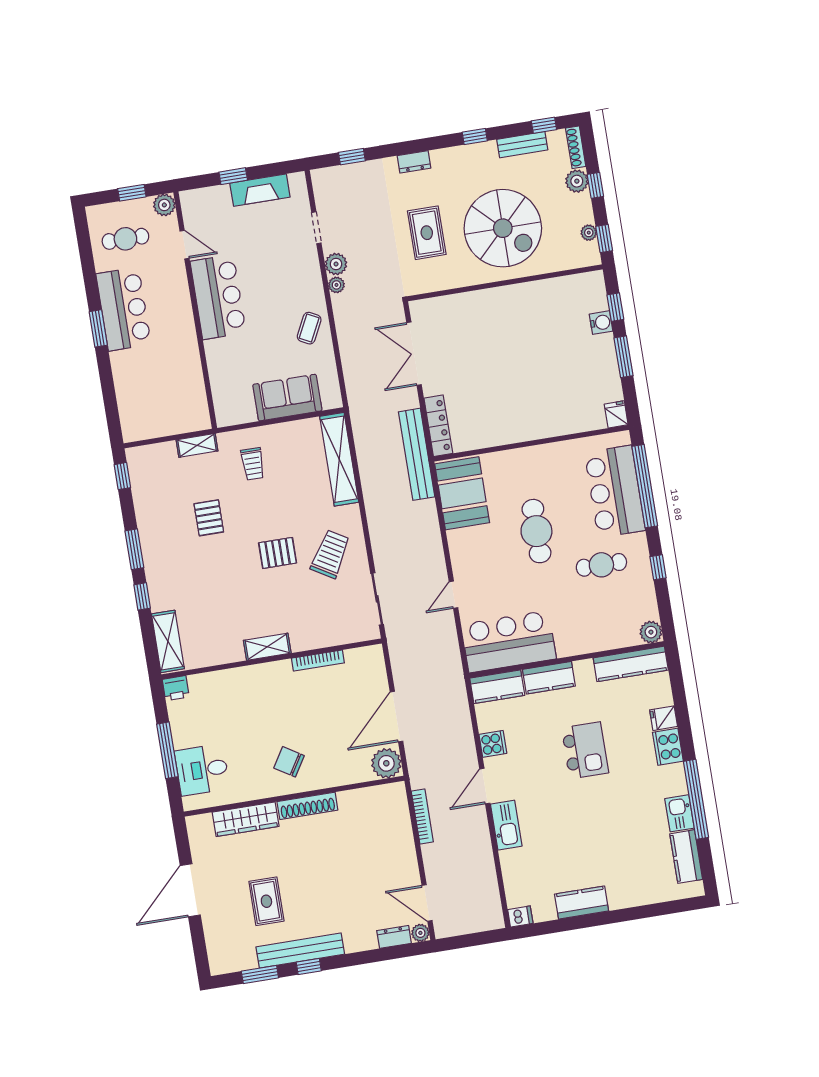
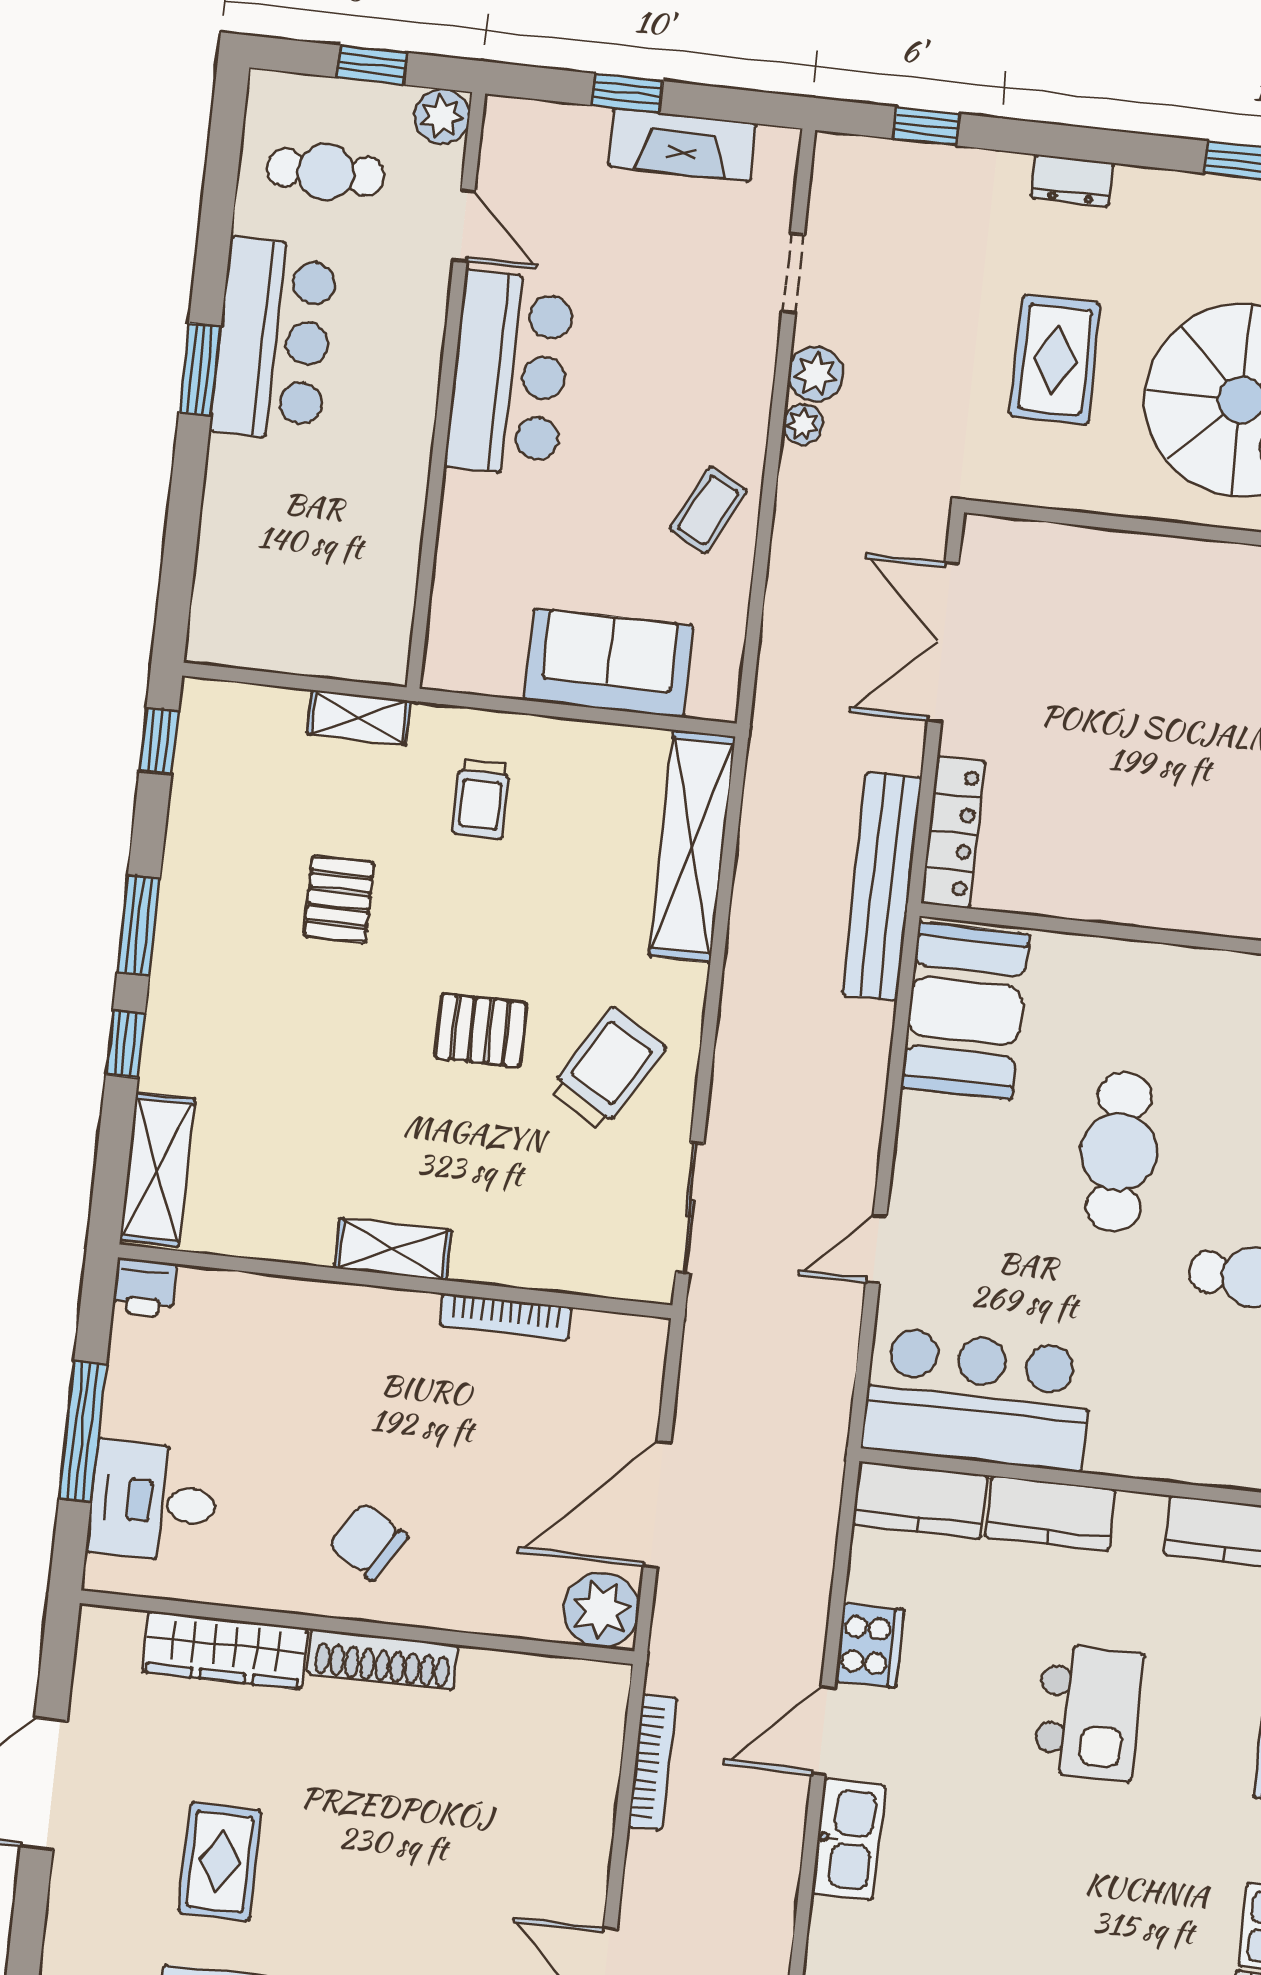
cooker: (493, 744) -> (870, 1645), width x1.36

